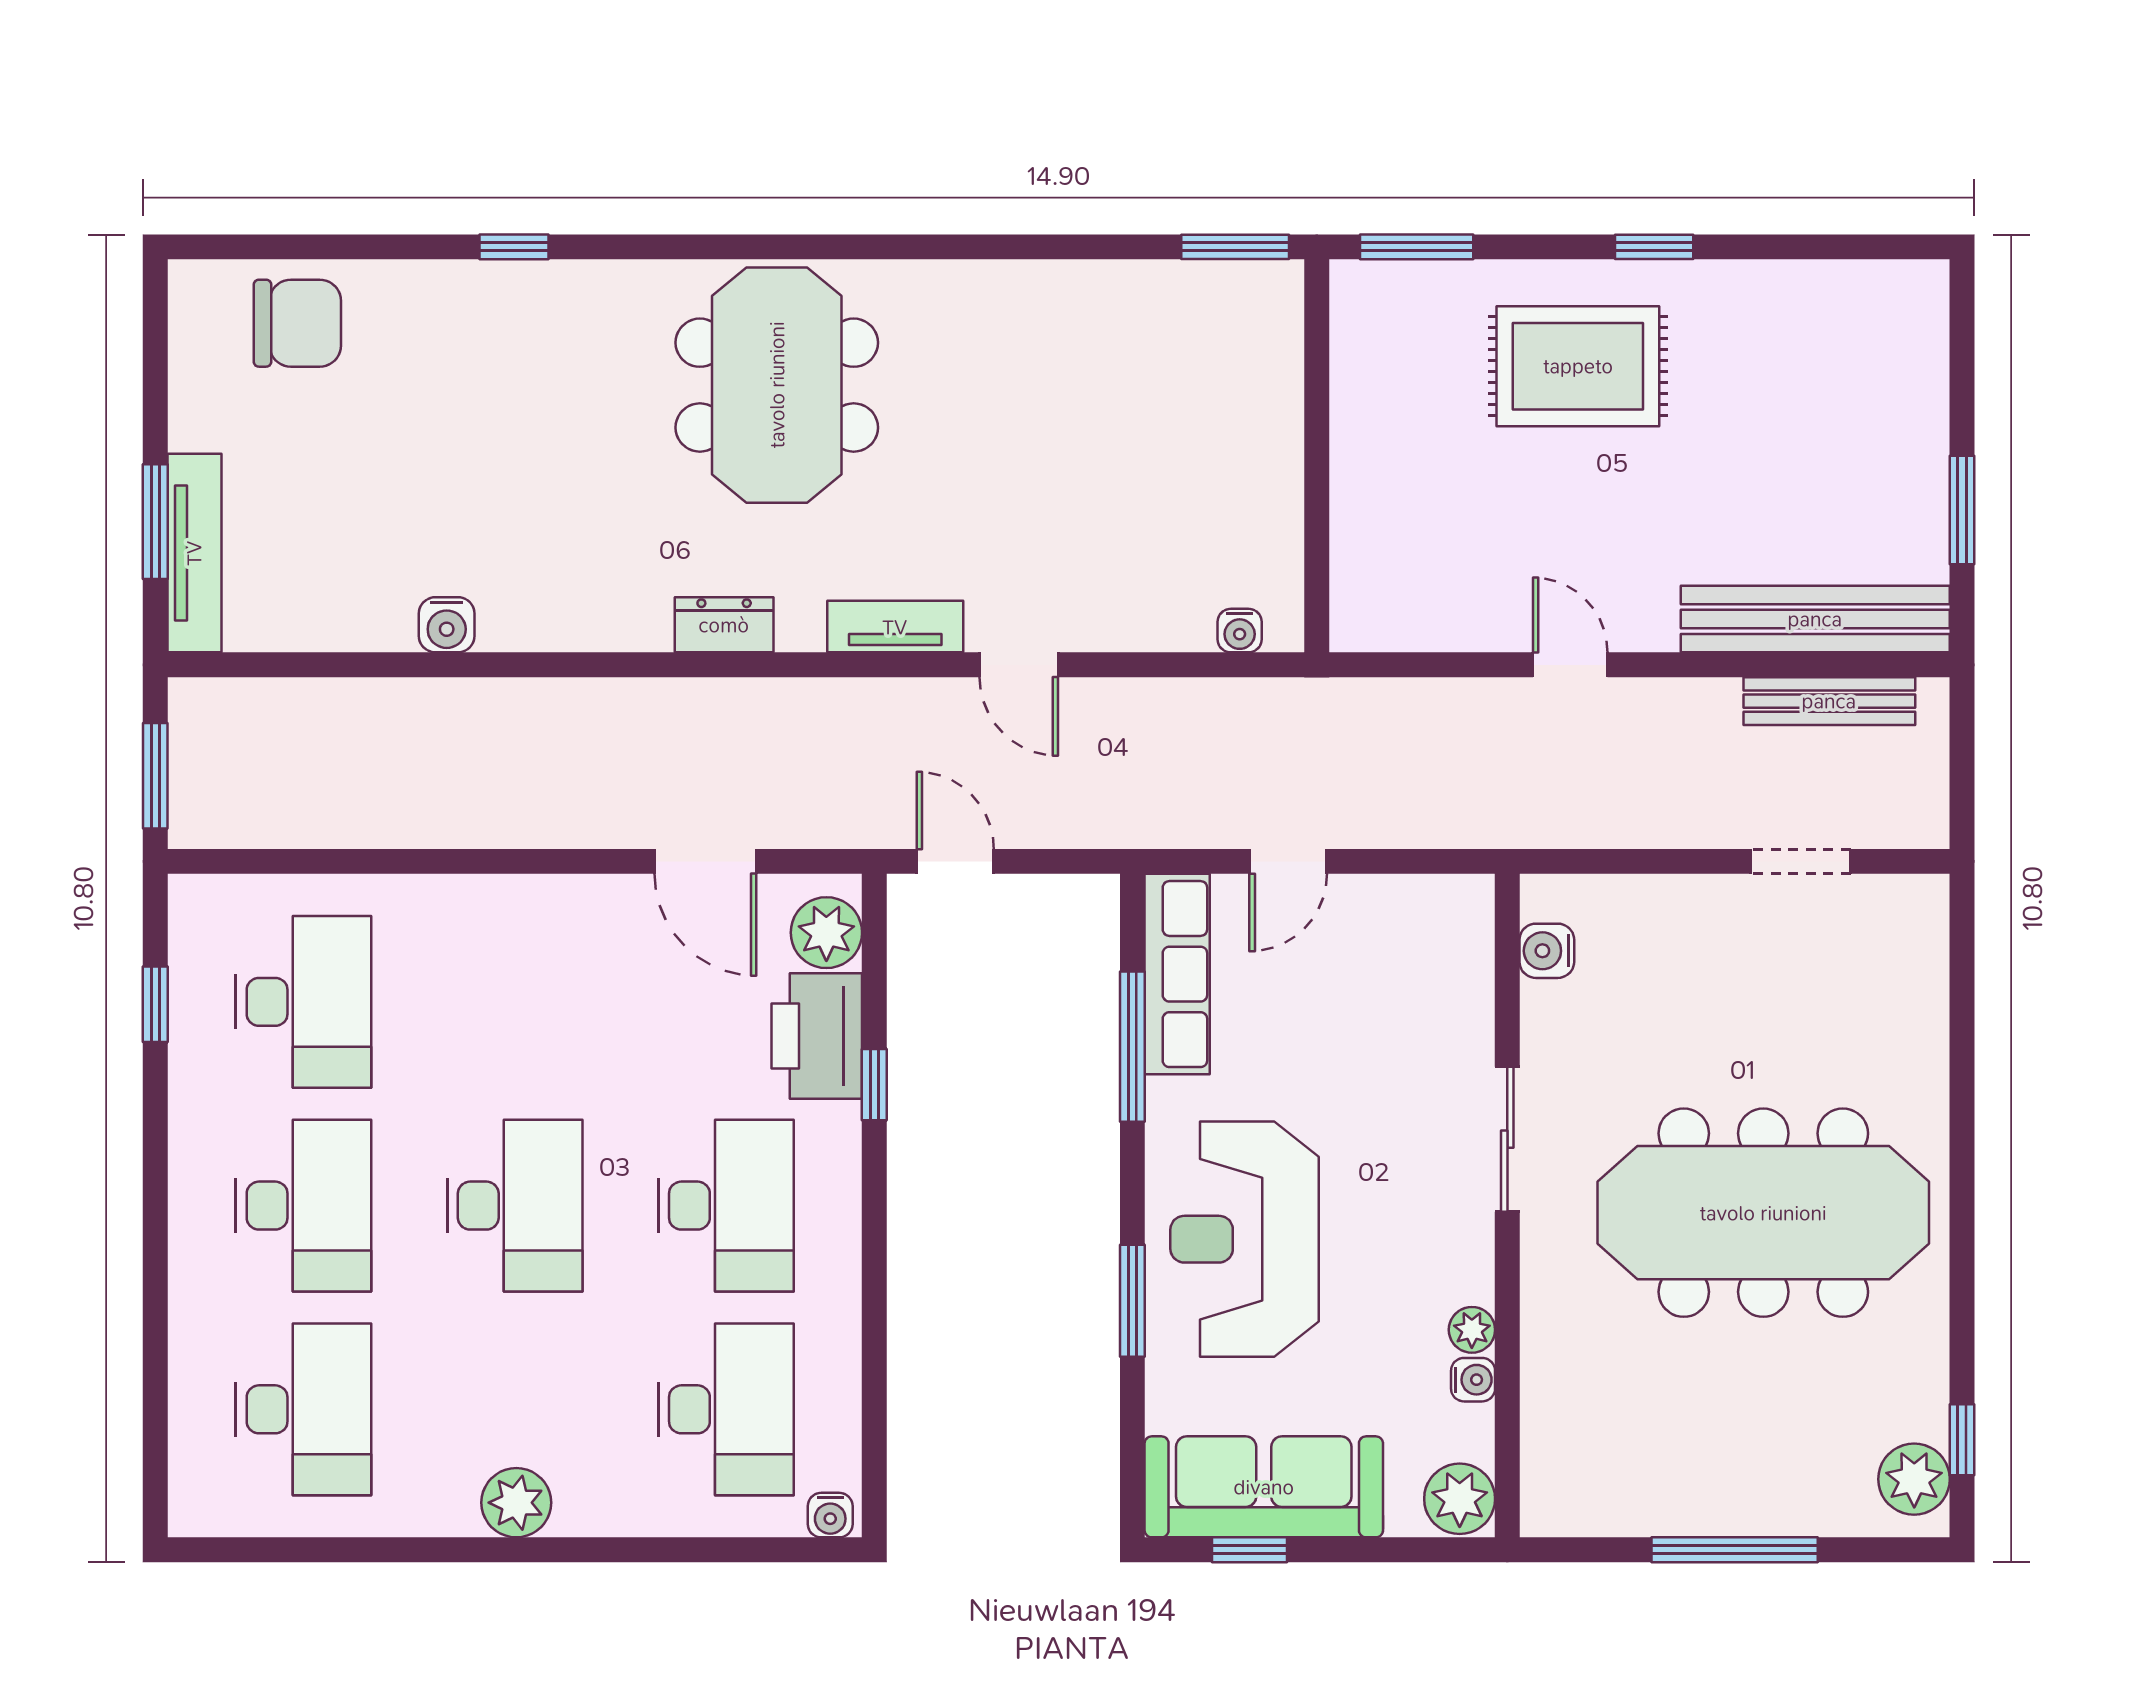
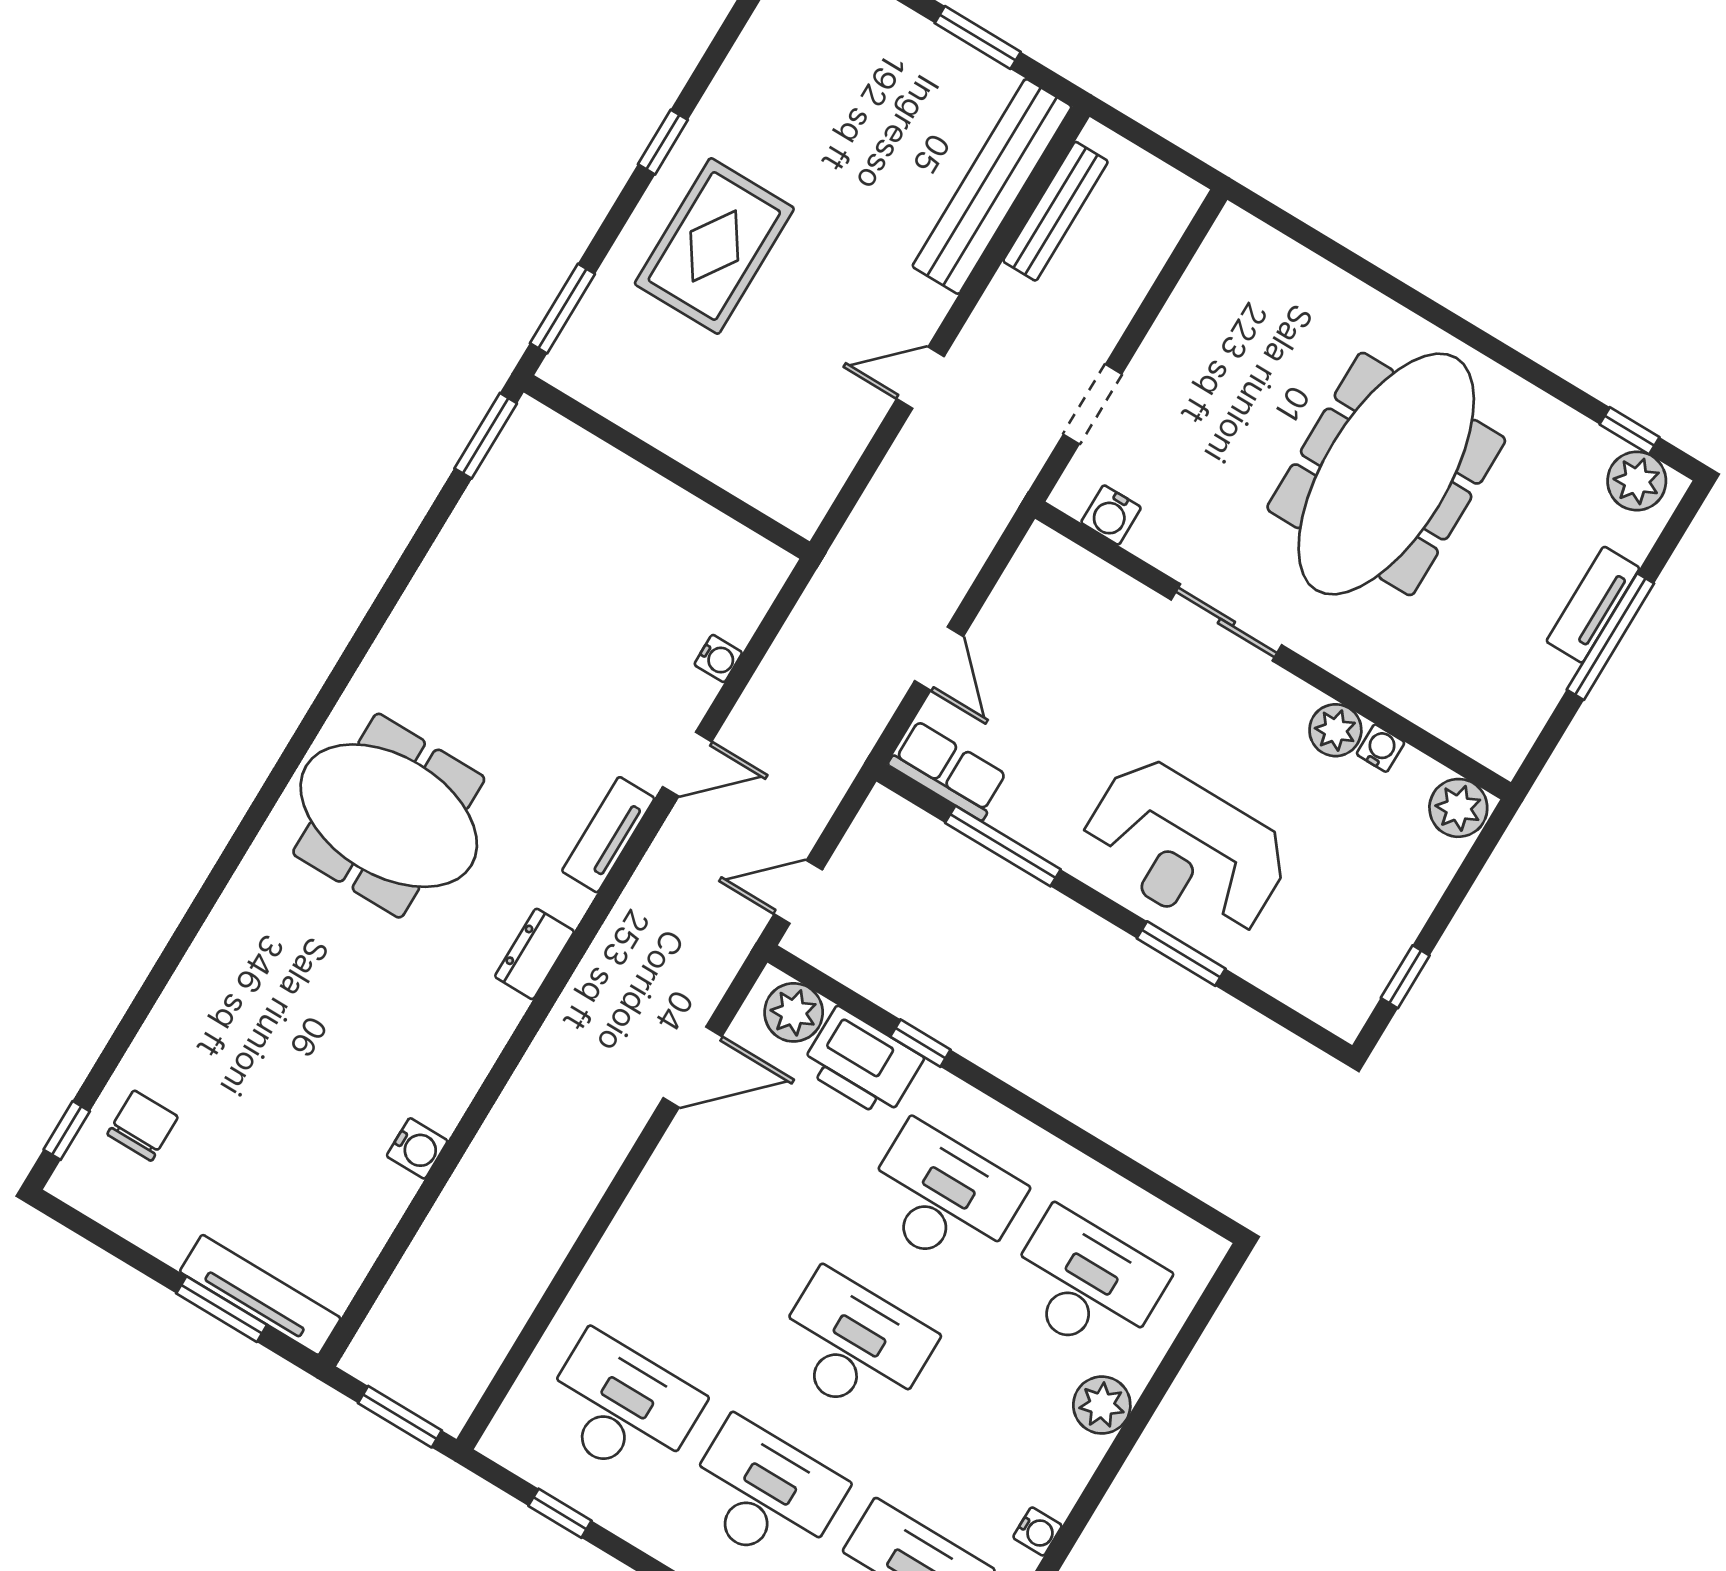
window: (514, 247) -> (67, 1130), moved
chair: (297, 323) -> (143, 1126), width x0.73, depth x0.73
water cooler: (1240, 631) -> (718, 659), moved
doorway: (1800, 861) -> (1092, 404), moved
row of seats: (1177, 974) -> (948, 770), width x0.68
plant: (1472, 1330) -> (1335, 730), width x1.38, depth x1.38
sofa: (1264, 1487) -> (1367, 940), removed
plant: (516, 1503) -> (1102, 1405), moved
tv unit: (1757, 1511) -> (1593, 605), added
water cooler: (830, 1515) -> (1037, 1532), moved

